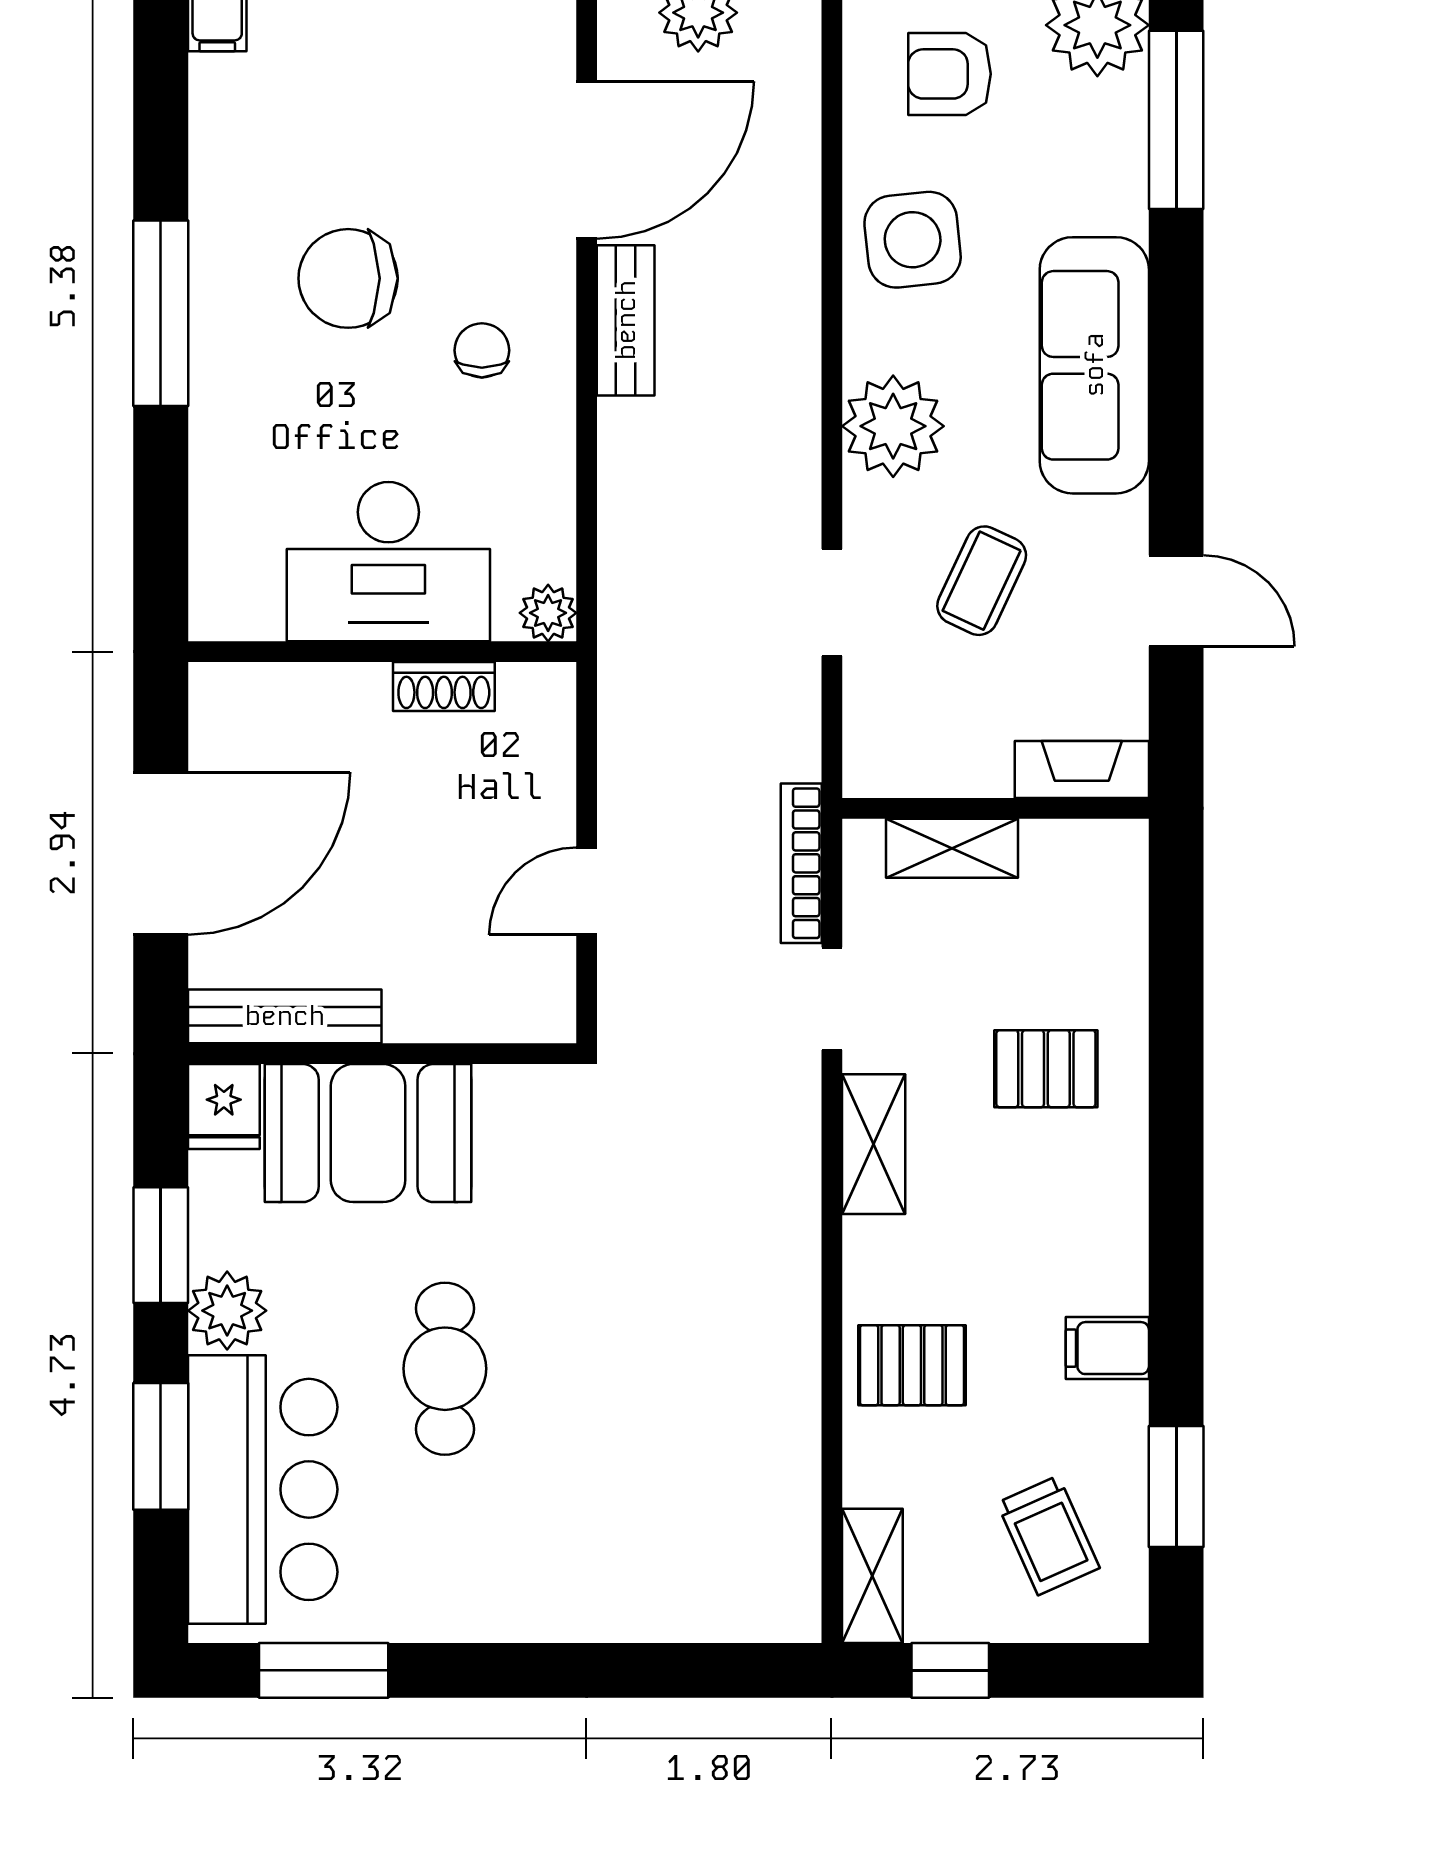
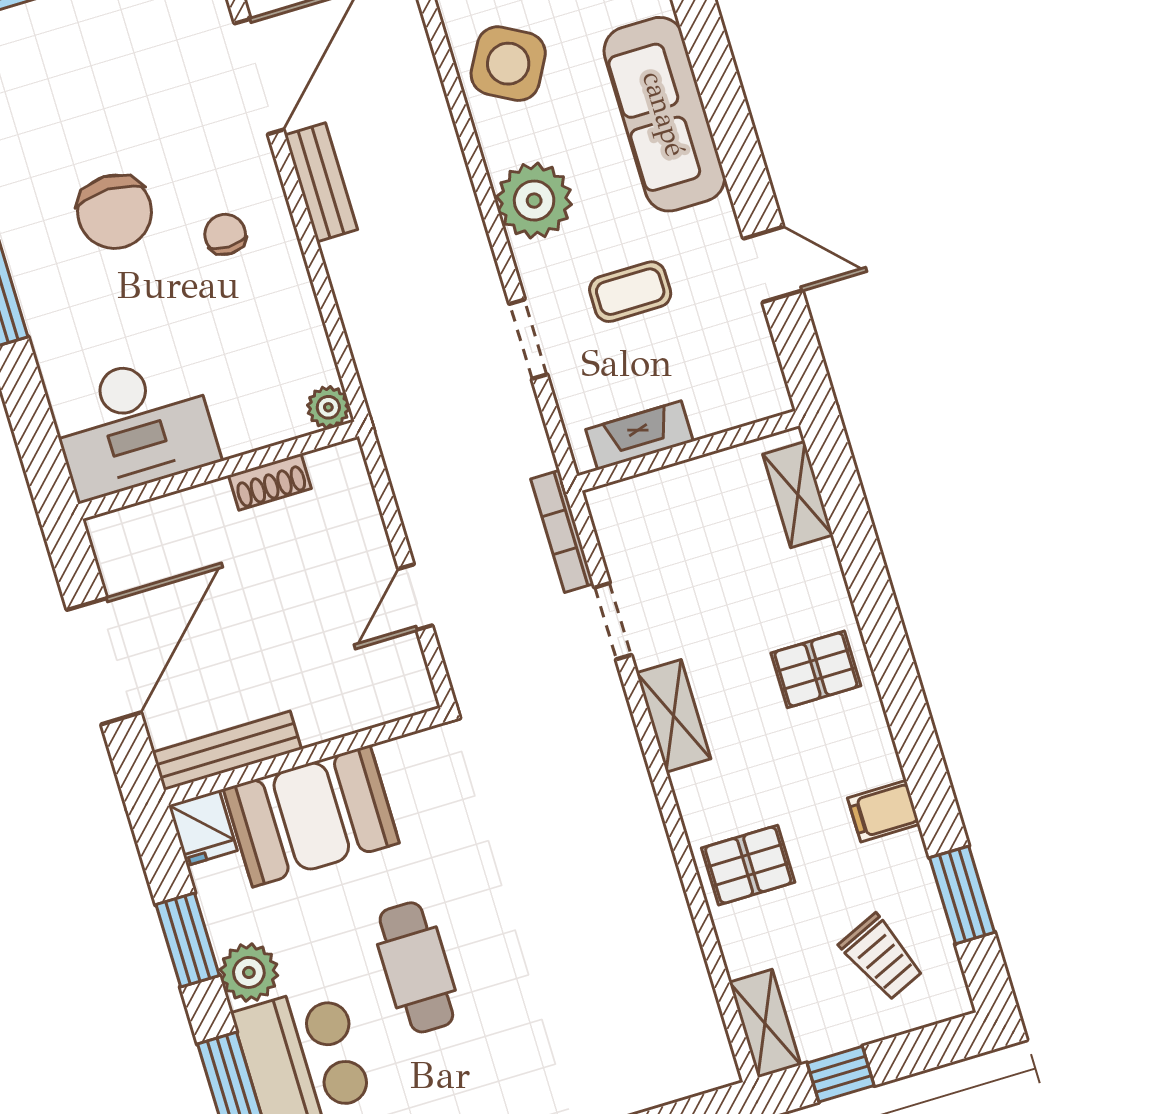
side table: (913, 240) -> (508, 64), turned 35
chair: (348, 278) -> (115, 212), turned -90
desk: (388, 562) -> (133, 426), moved
coffee table: (982, 581) -> (630, 292), turned 65
fireplace: (1082, 769) -> (639, 435), moved
shelving: (952, 848) -> (798, 495), moved, turned 90
pallet: (1046, 1069) -> (816, 669), moved

